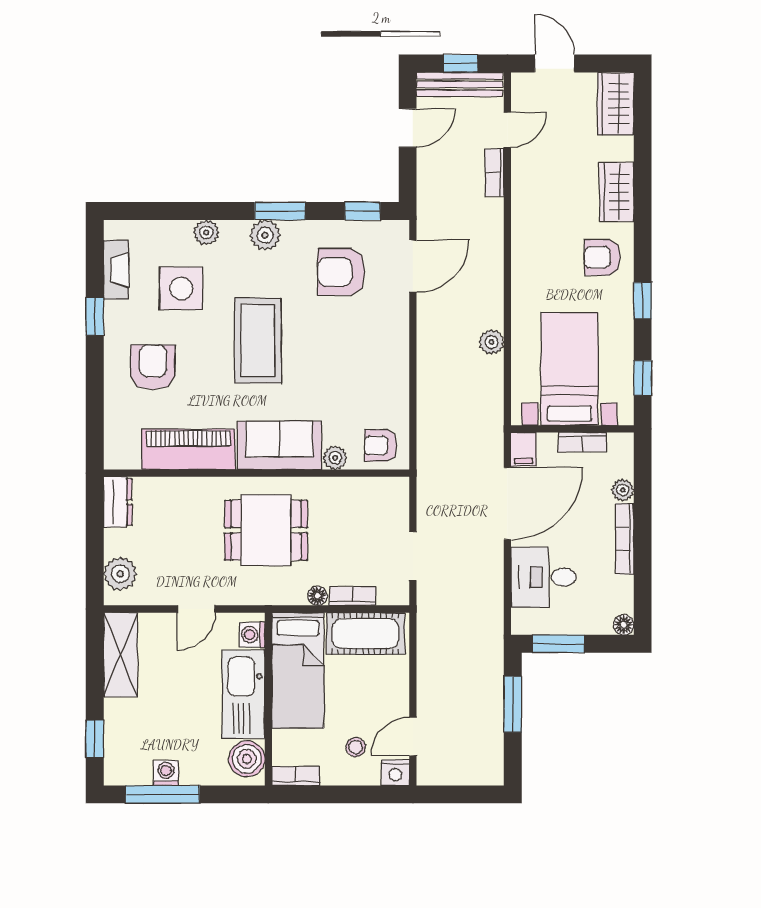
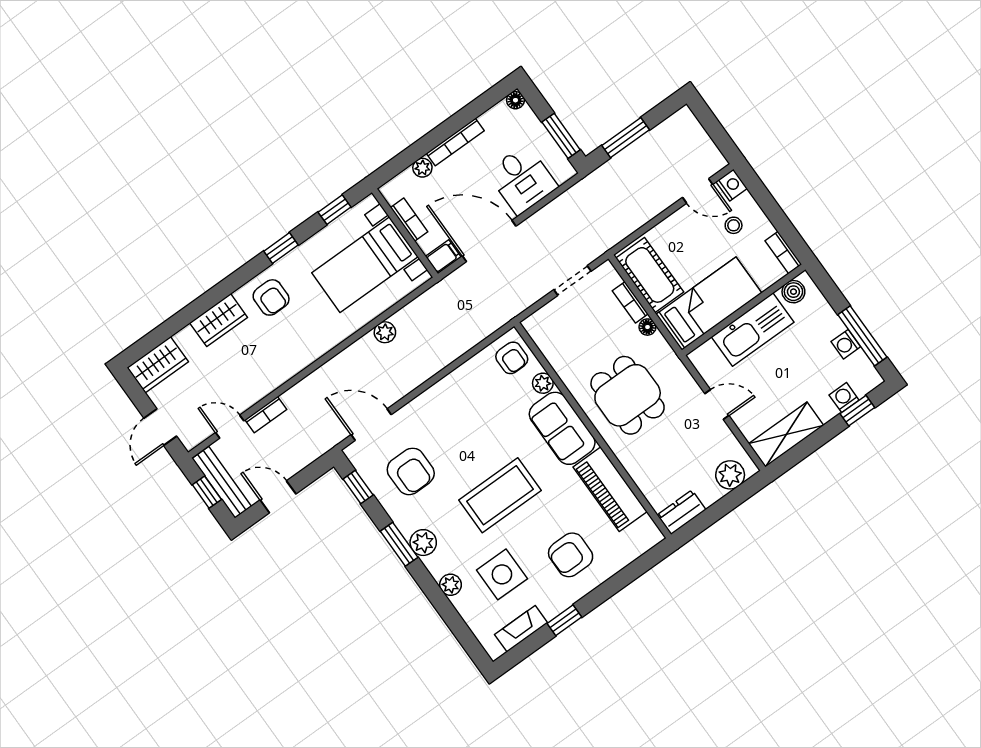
washing machine: (252, 635) -> (844, 398), moved, turned 180
boiler: (247, 759) -> (793, 292), width x0.73, depth x0.73

